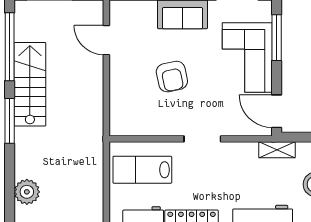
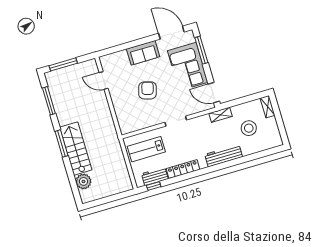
window: (10, 47) -> (49, 101), width x0.68
armchair: (172, 77) -> (148, 90), turned -152
stairs: (30, 84) -> (76, 149), moved

